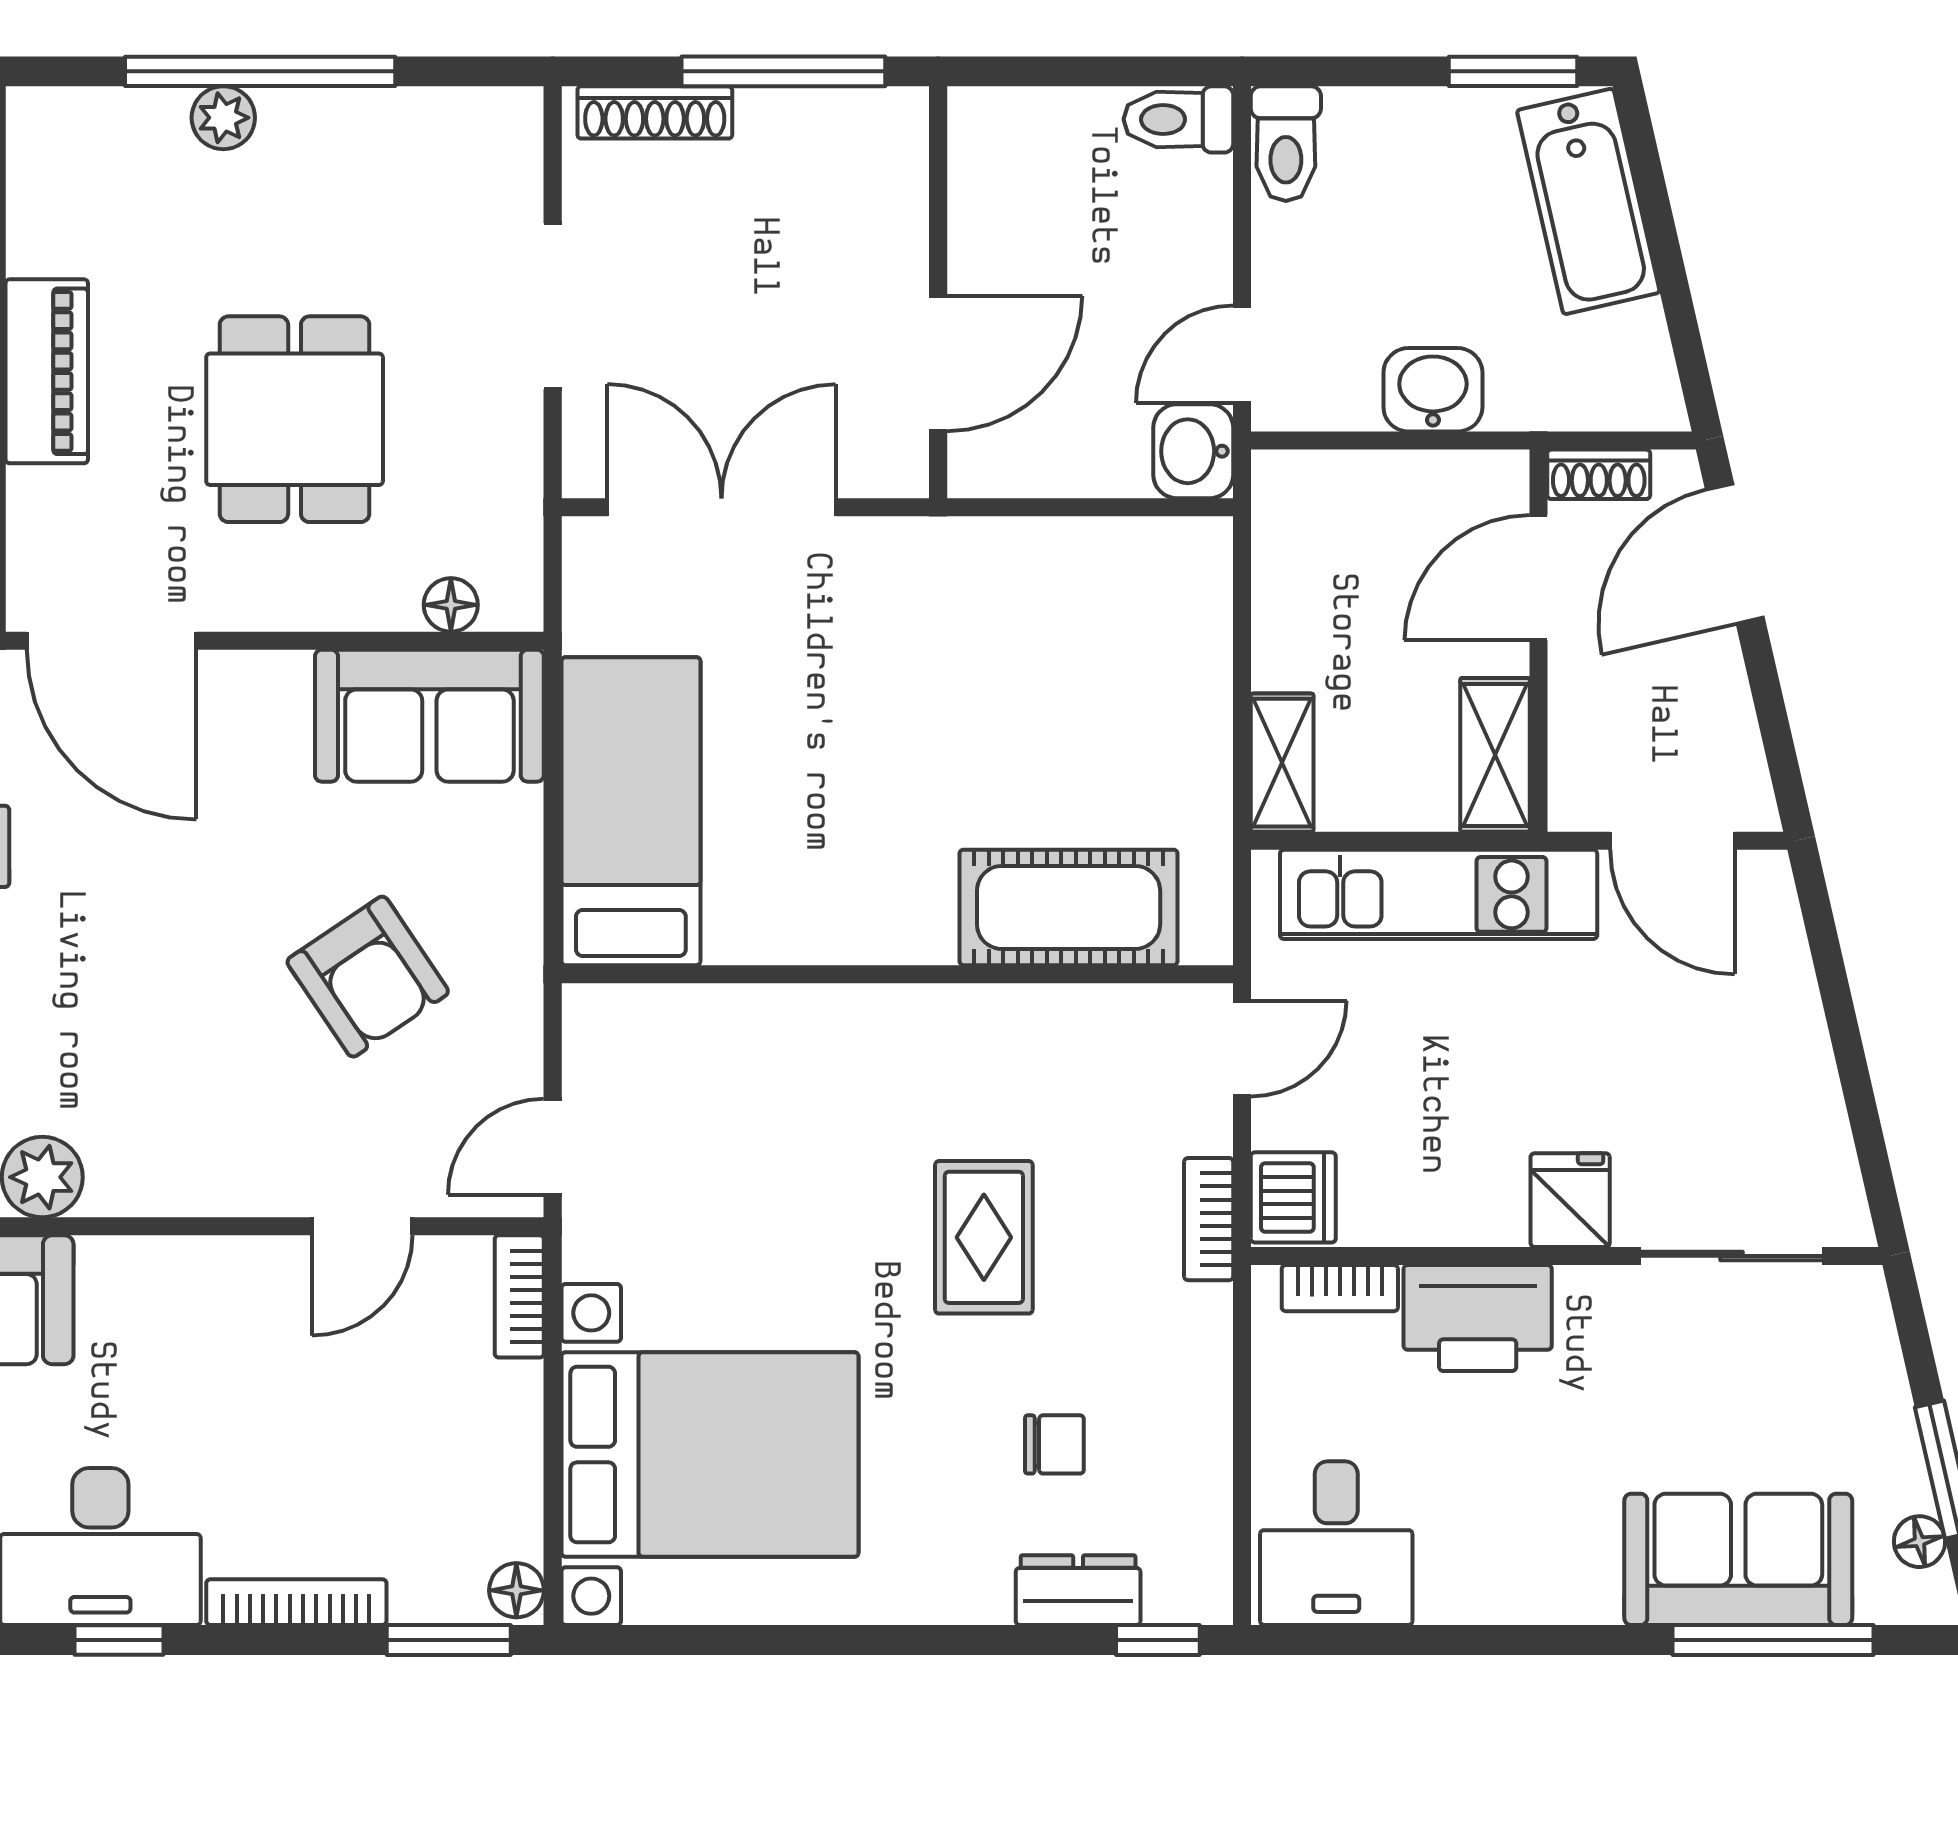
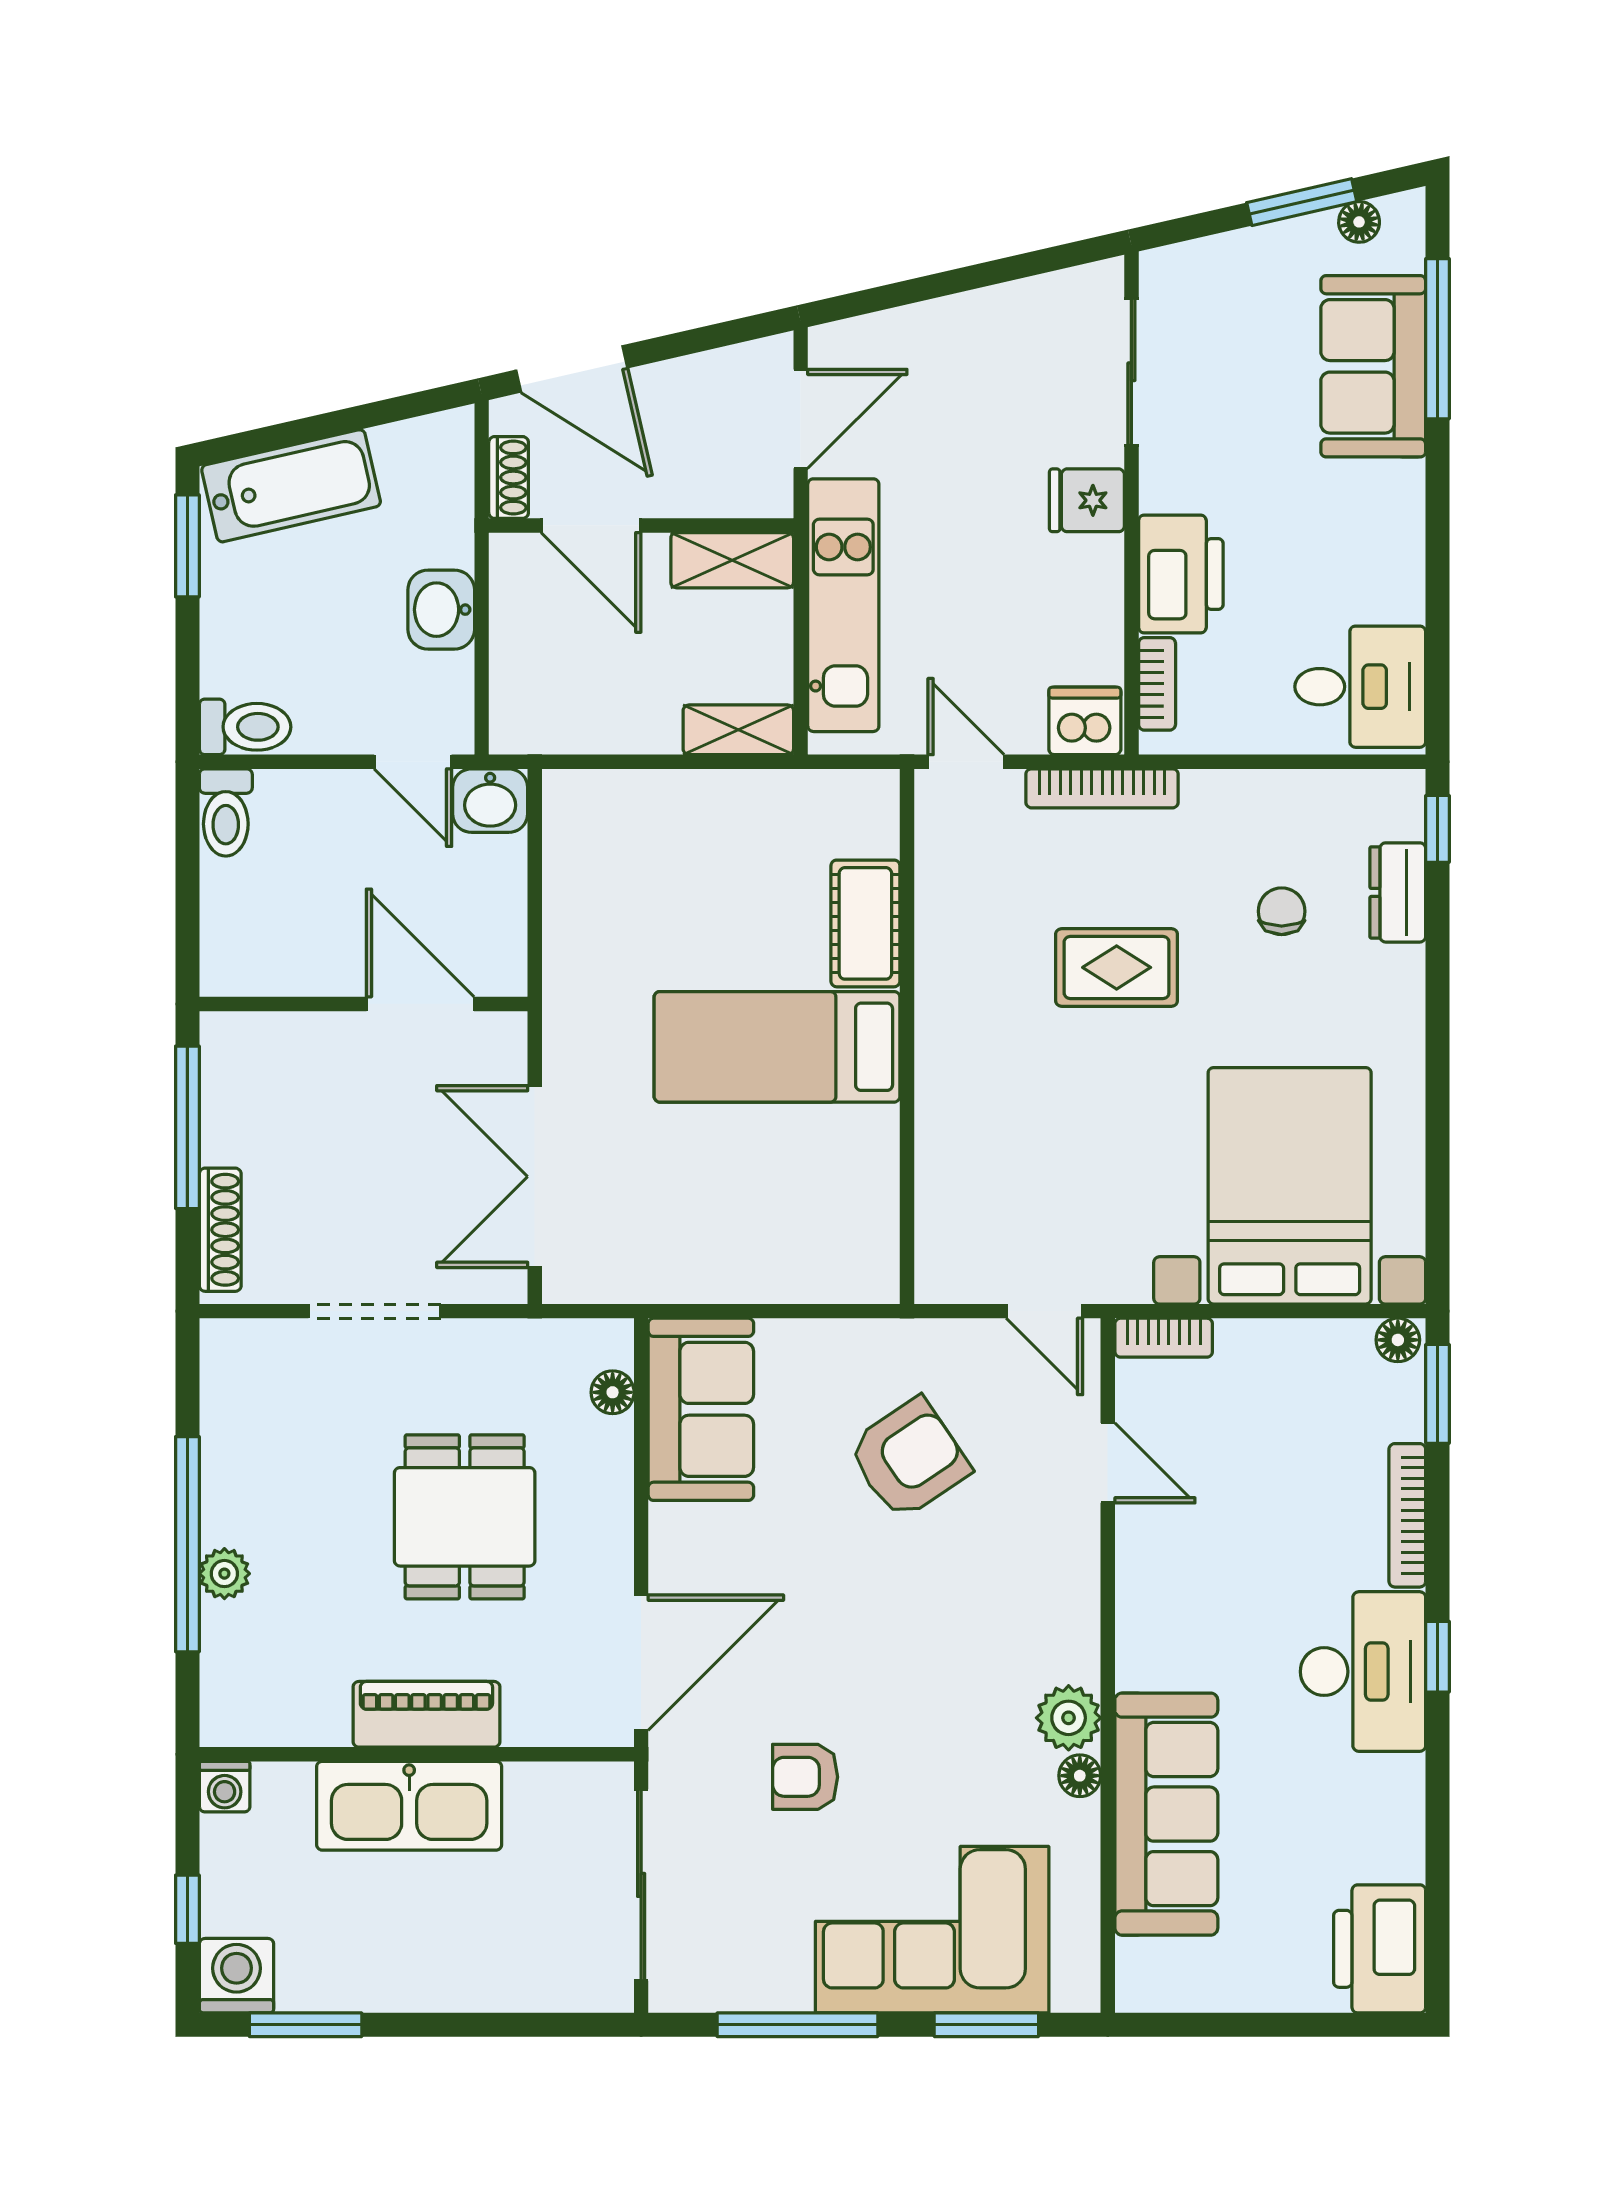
dining table: (295, 419) -> (465, 1517), turned 90
bed: (631, 811) -> (777, 1047), moved
cot: (1069, 907) -> (865, 923), width x0.73, depth x0.75
bookcase: (1209, 1219) -> (1102, 788), width x1.56

